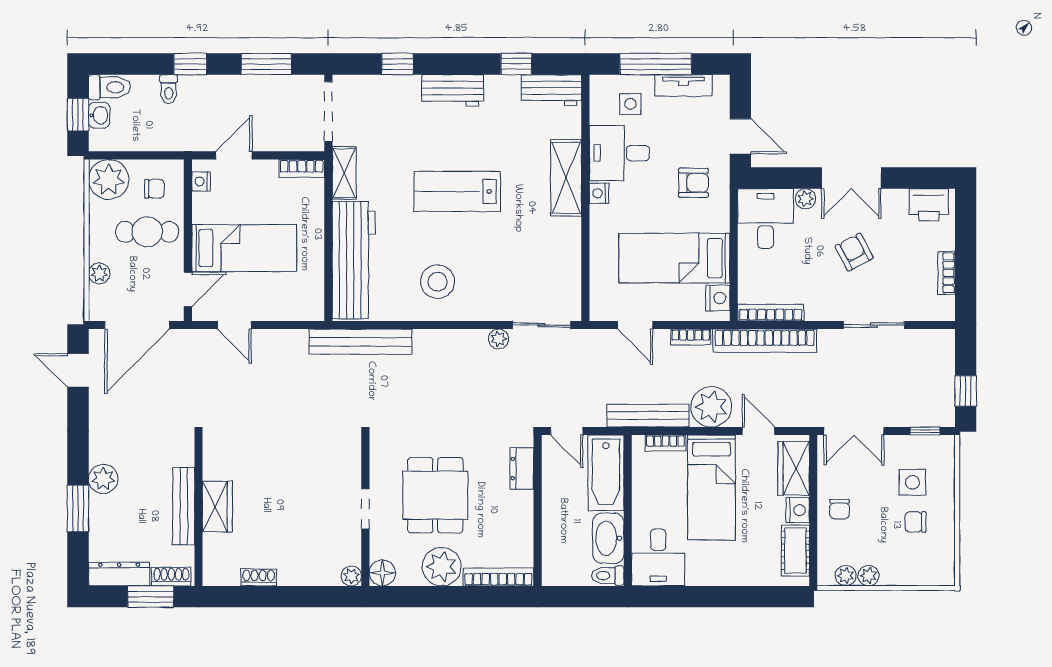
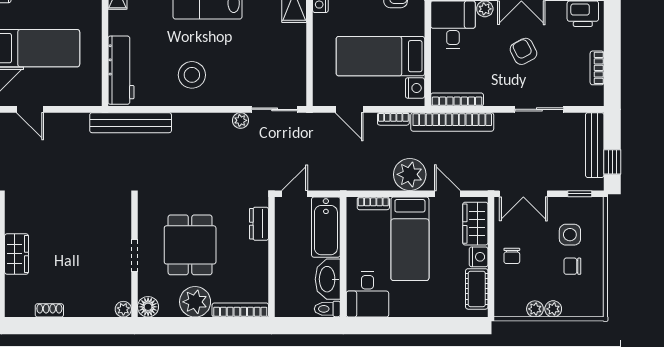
workbench: (354, 260) -> (121, 70), width x0.73, depth x0.76
bench: (648, 416) -> (595, 145), moved, turned 90
door: (567, 431) -> (295, 194), swing flipped
plant: (846, 576) -> (553, 309), moved

